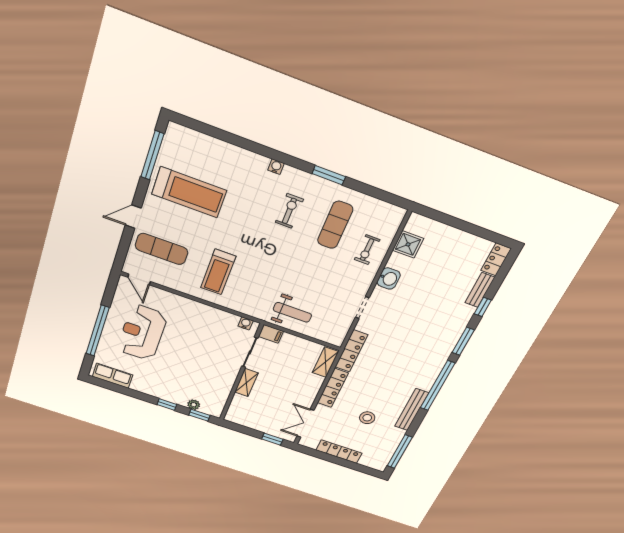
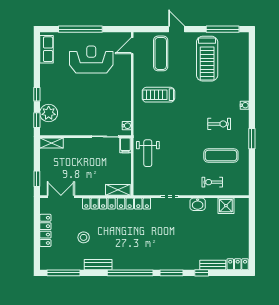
shelving: (246, 383) -> (51, 143), moved
plant: (194, 405) -> (49, 113), width x1.88, depth x1.88
bench: (412, 410) -> (98, 265), width x0.73

